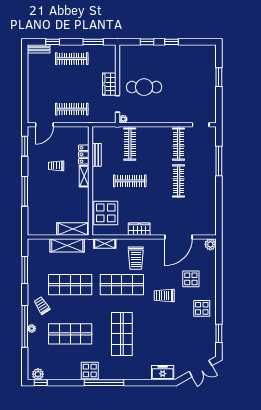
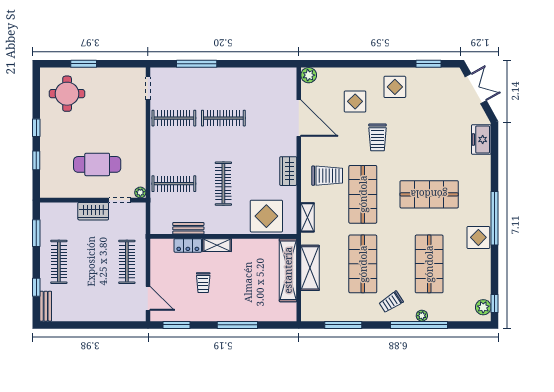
round table: (197, 65) -> (67, 94), added
cafe table: (144, 87) -> (97, 164), turned 90
shelving: (73, 229) -> (288, 270), width x1.47

